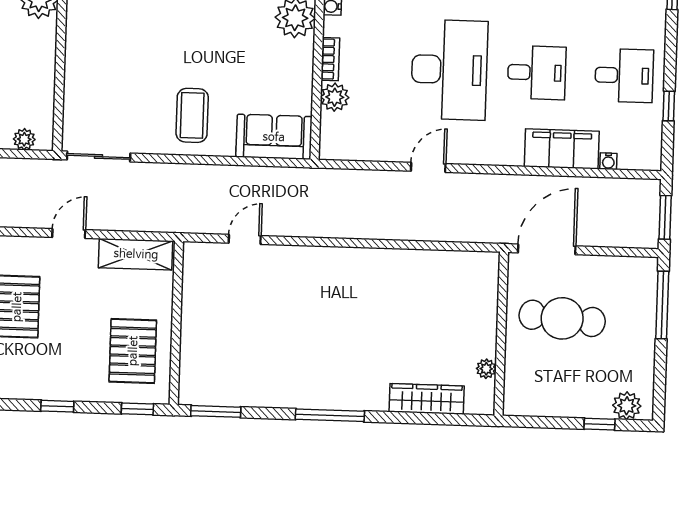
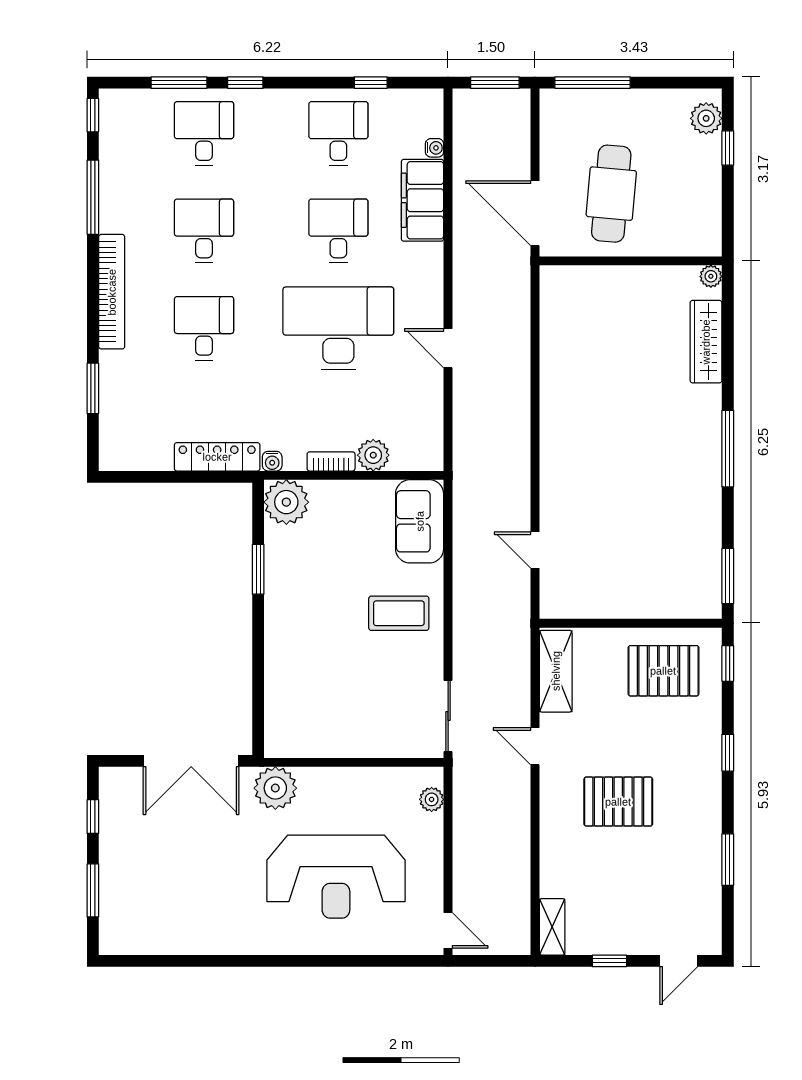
plant: (486, 369) -> (711, 276), moved

